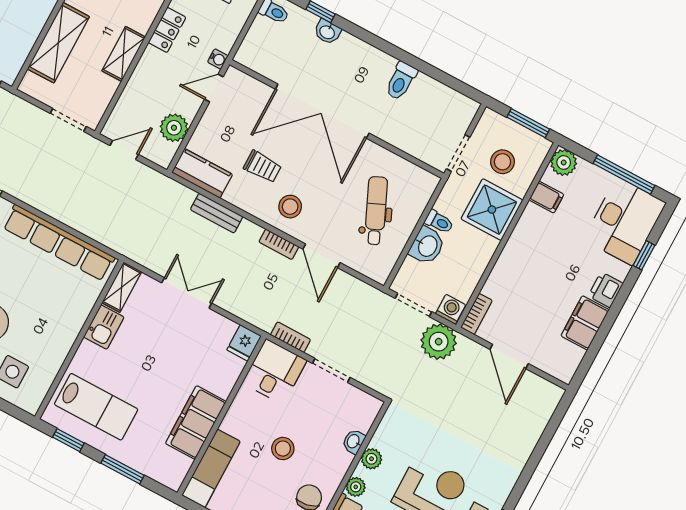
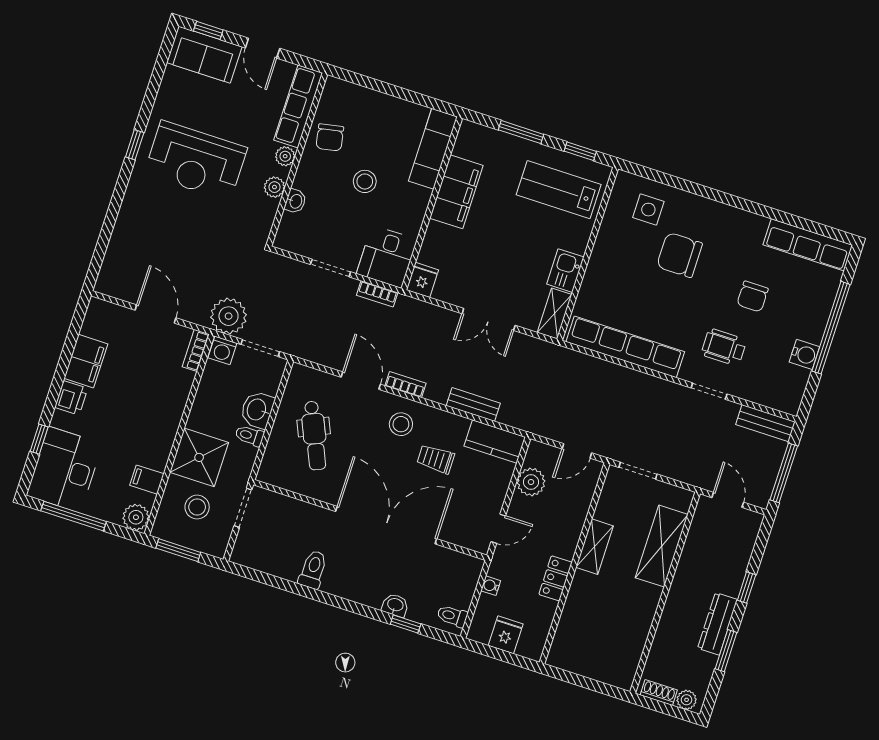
water cooler: (218, 59) -> (491, 586), moved

